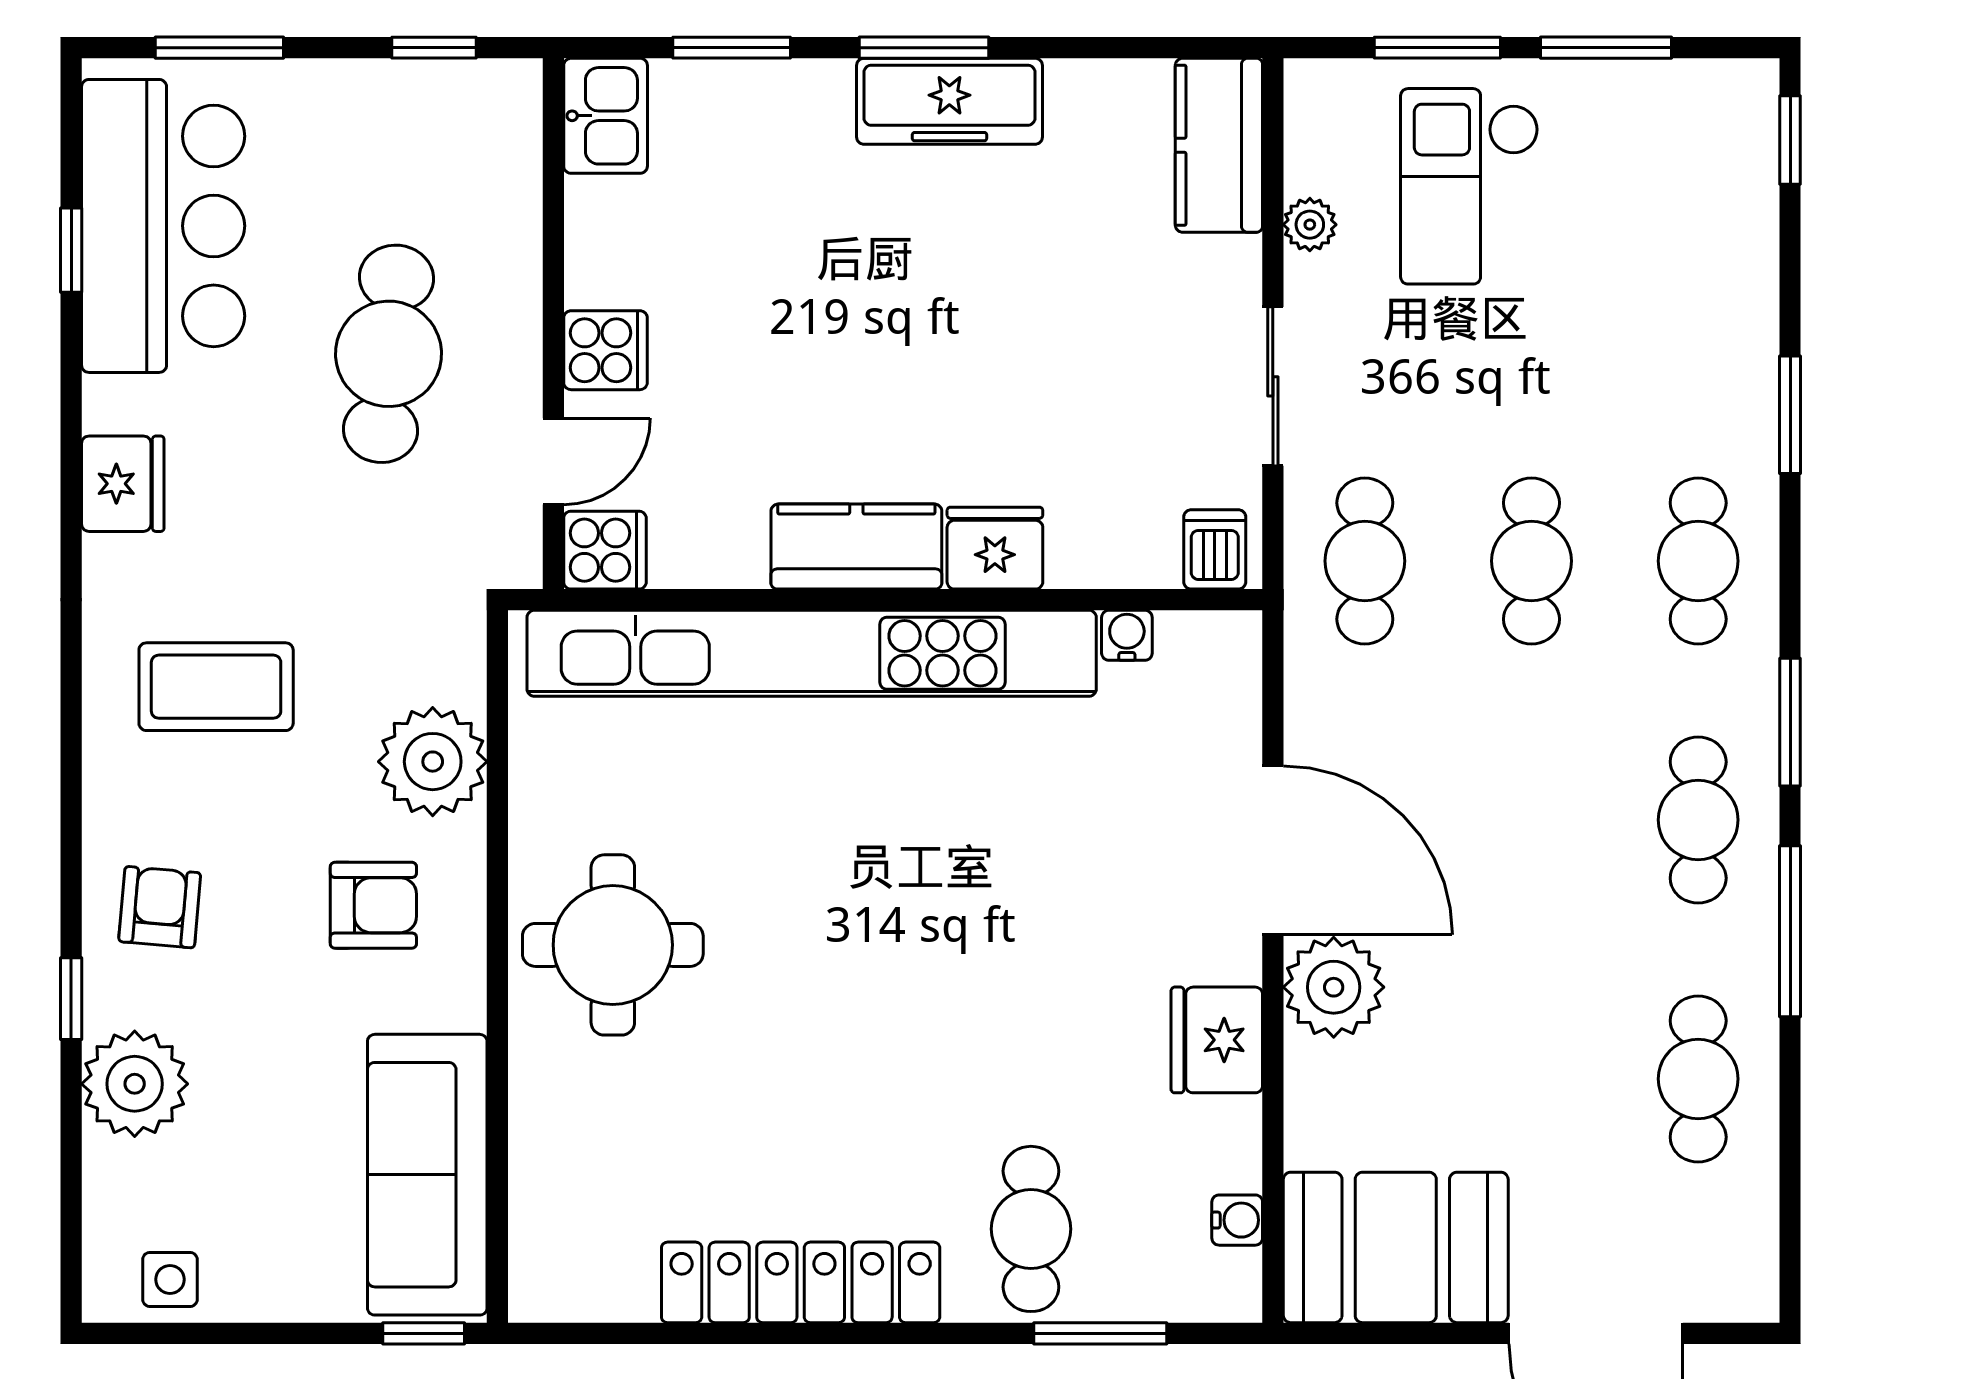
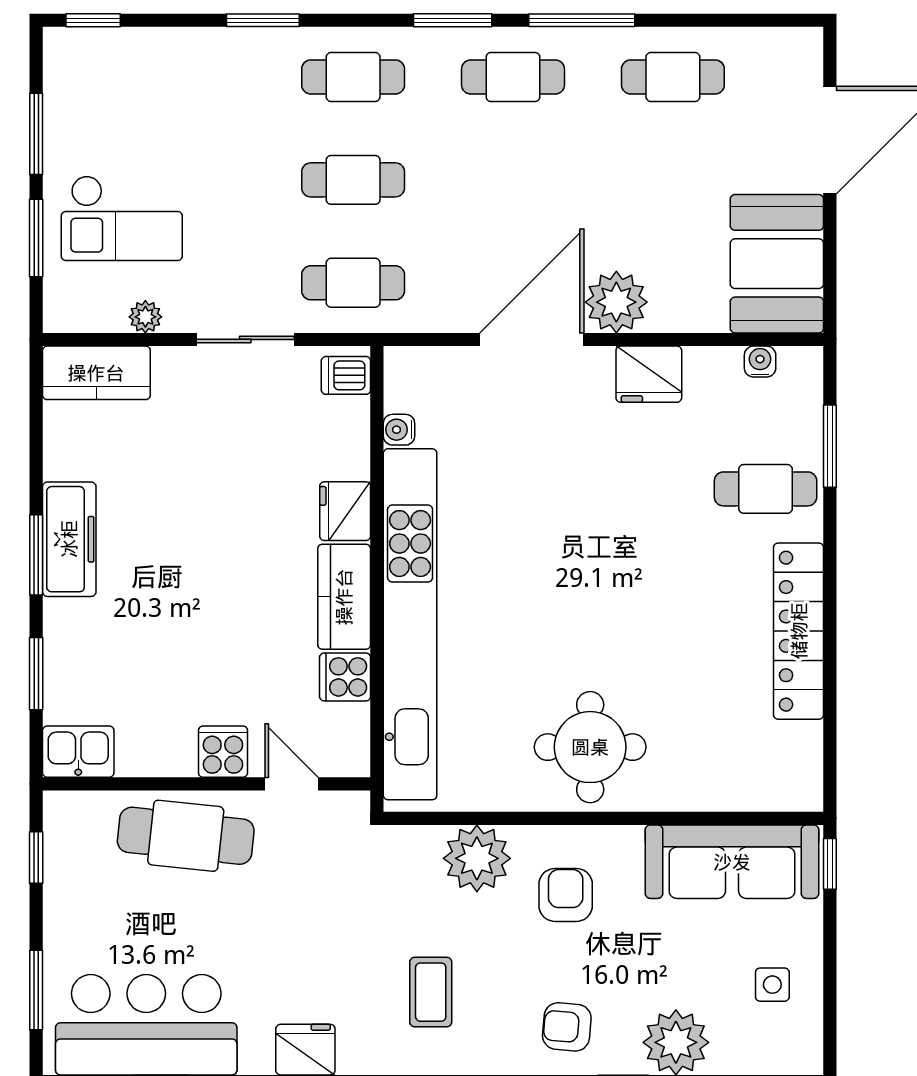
cafe table: (389, 354) -> (186, 836), moved
cooker: (605, 550) -> (345, 677), moved, turned -90
coffee table: (216, 687) -> (431, 992), width x0.73, depth x0.77
side table: (170, 1279) -> (772, 985), moved

